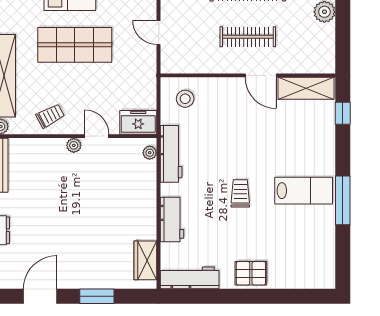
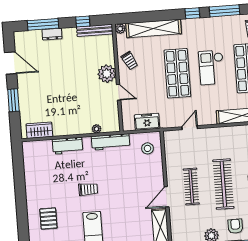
freezer: (138, 122) -> (147, 122), moved, turned -90
door: (97, 136) -> (119, 92), hinge flipped
plant: (74, 145) -> (107, 74), width x1.88, depth x1.88
plant: (150, 153) -> (96, 129), moved
pallet: (251, 273) -> (48, 219), moved
workbench: (190, 278) -> (30, 160), removed

